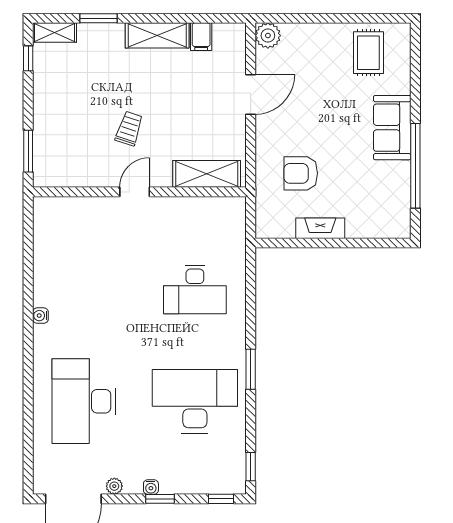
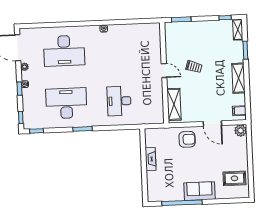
filing cabinet: (201, 37) -> (239, 111), moved
armchair: (301, 173) -> (187, 139), moved, turned 90
desk: (84, 401) -> (64, 51), turned 180
desk: (195, 401) -> (66, 103), turned -90

